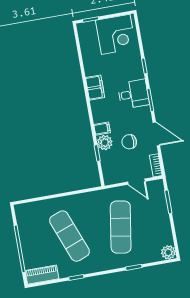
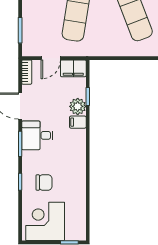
filing cabinet: (95, 88) -> (73, 68), moved, turned -90
desk: (133, 94) -> (37, 135), moved
chair: (129, 142) -> (44, 183), moved
door: (136, 182) -> (51, 58), swing flipped

